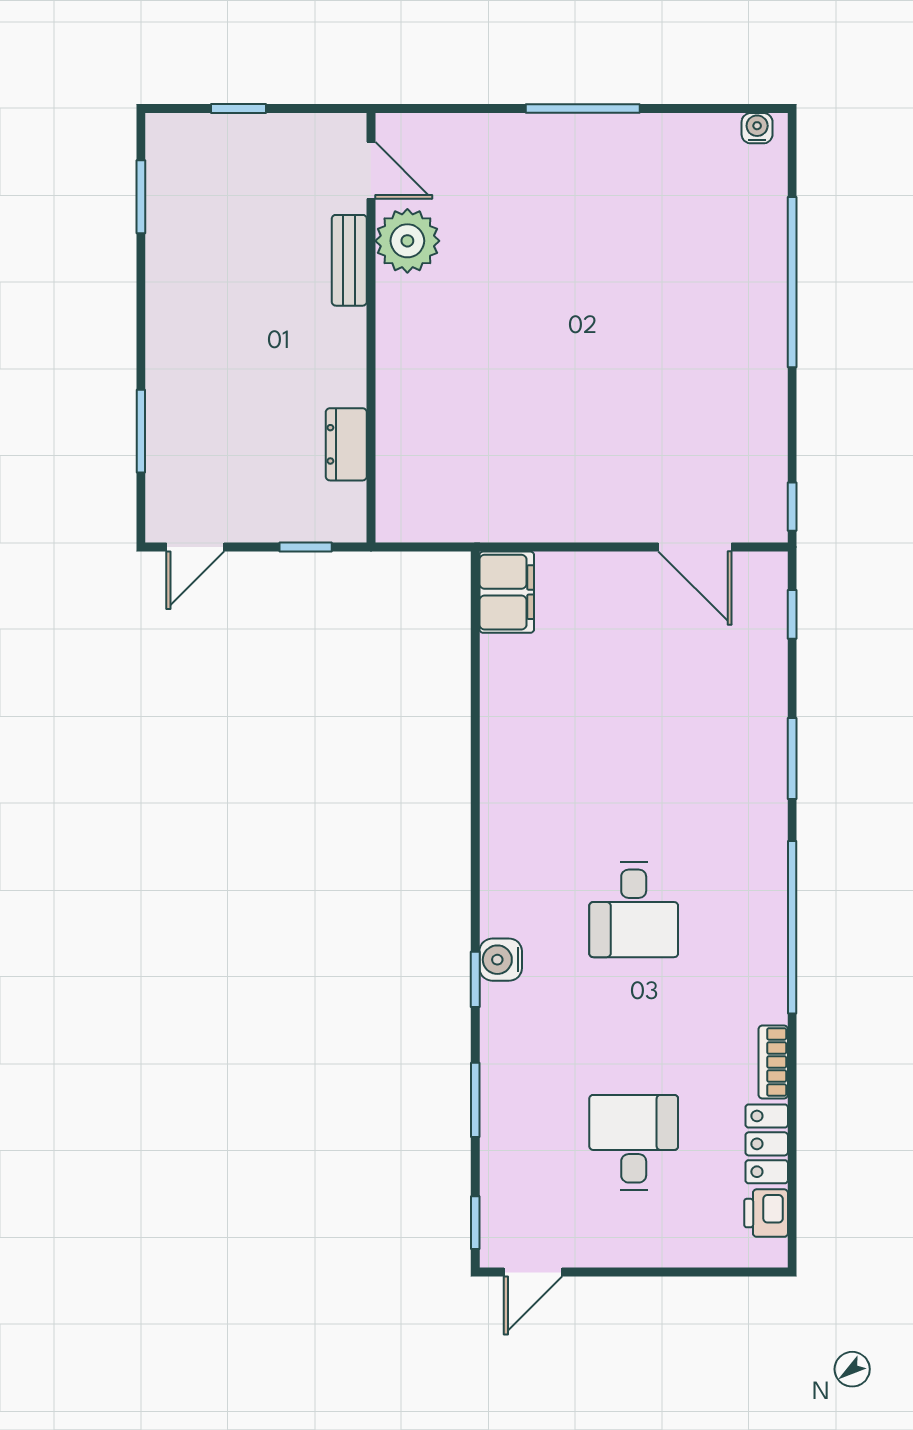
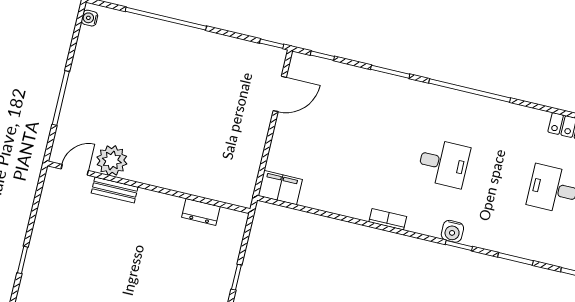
door: (371, 170) -> (75, 170), moved
plant: (407, 241) -> (112, 160), moved
bench: (349, 260) -> (115, 190), moved
wall: (371, 328) -> (149, 187), moved
dresser: (346, 444) -> (201, 212), moved
bookcase: (773, 1062) -> (388, 219), moved, turned 180

